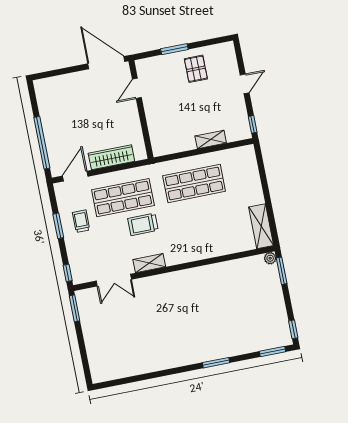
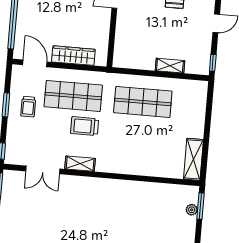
door: (75, 176) -> (35, 63), hinge flipped
trolley: (81, 221) -> (28, 107), turned 180
plant: (270, 258) -> (192, 210), moved

